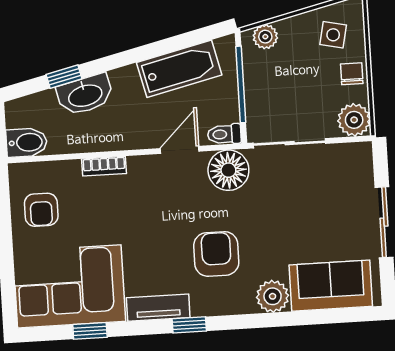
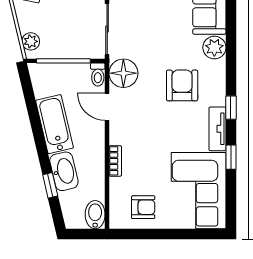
bathtub: (179, 69) -> (55, 124), moved
armchair: (216, 254) -> (182, 85), turned 90
window: (90, 331) -> (231, 157), moved

